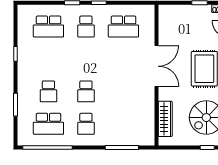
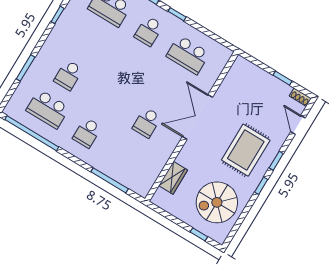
double door: (157, 66) -> (197, 117), swing flipped
school desk: (86, 91) -> (147, 123), moved
wardrobe: (165, 119) -> (173, 178), width x0.67

